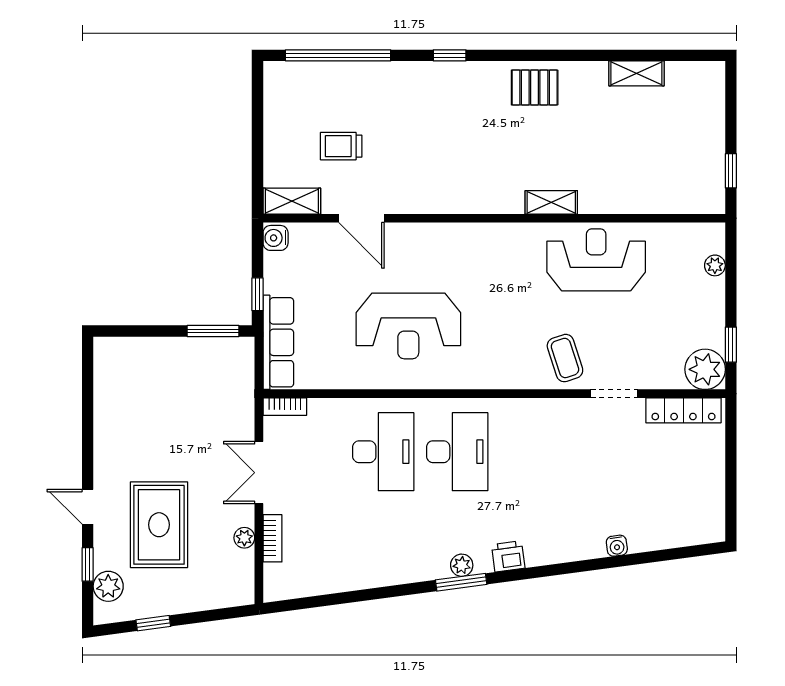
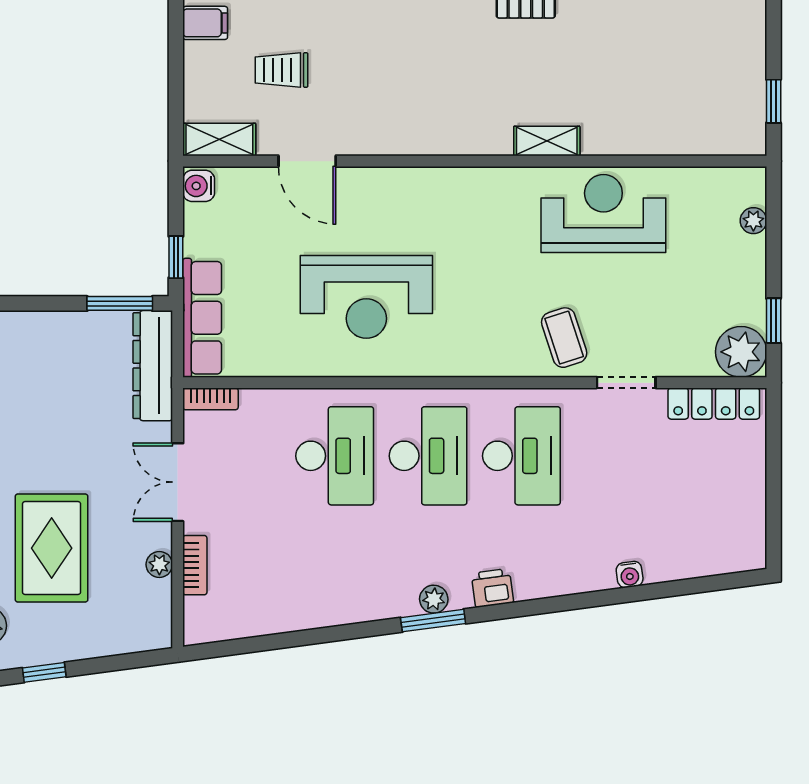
filing cabinet: (281, 109) -> (205, 23), added
dresser: (239, 380) -> (153, 366), added
desk: (531, 452) -> (521, 456), added

